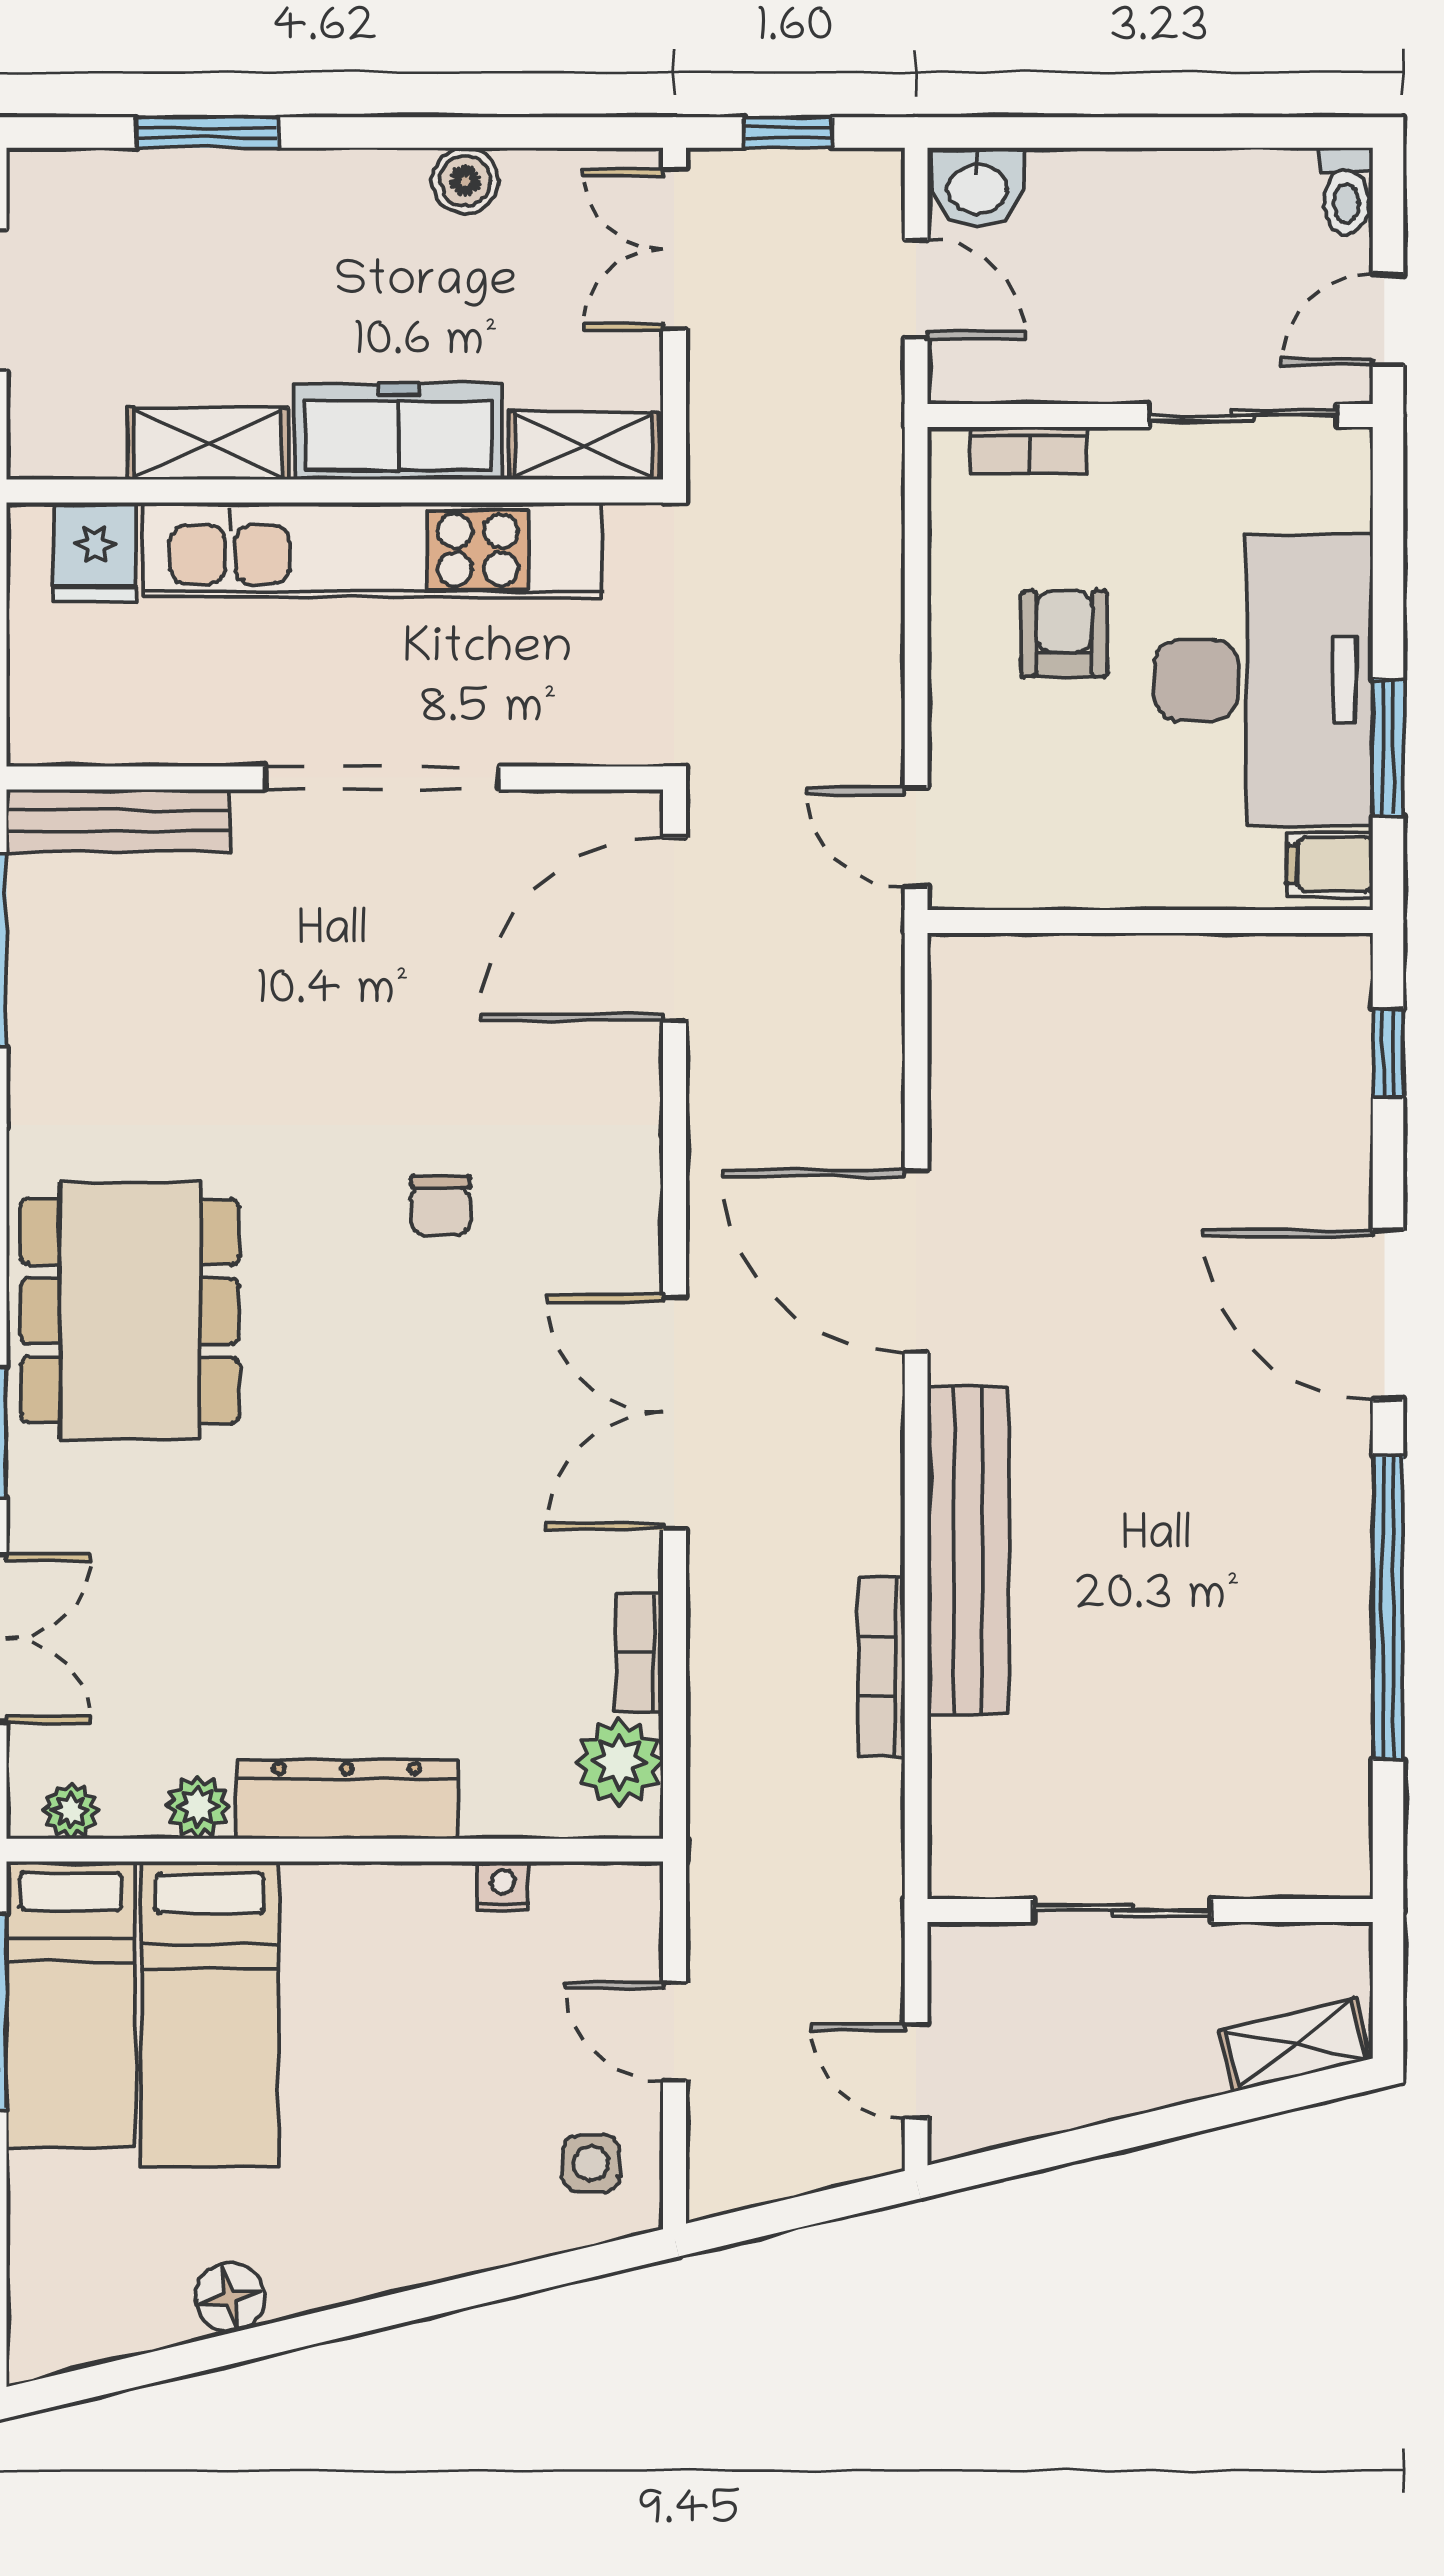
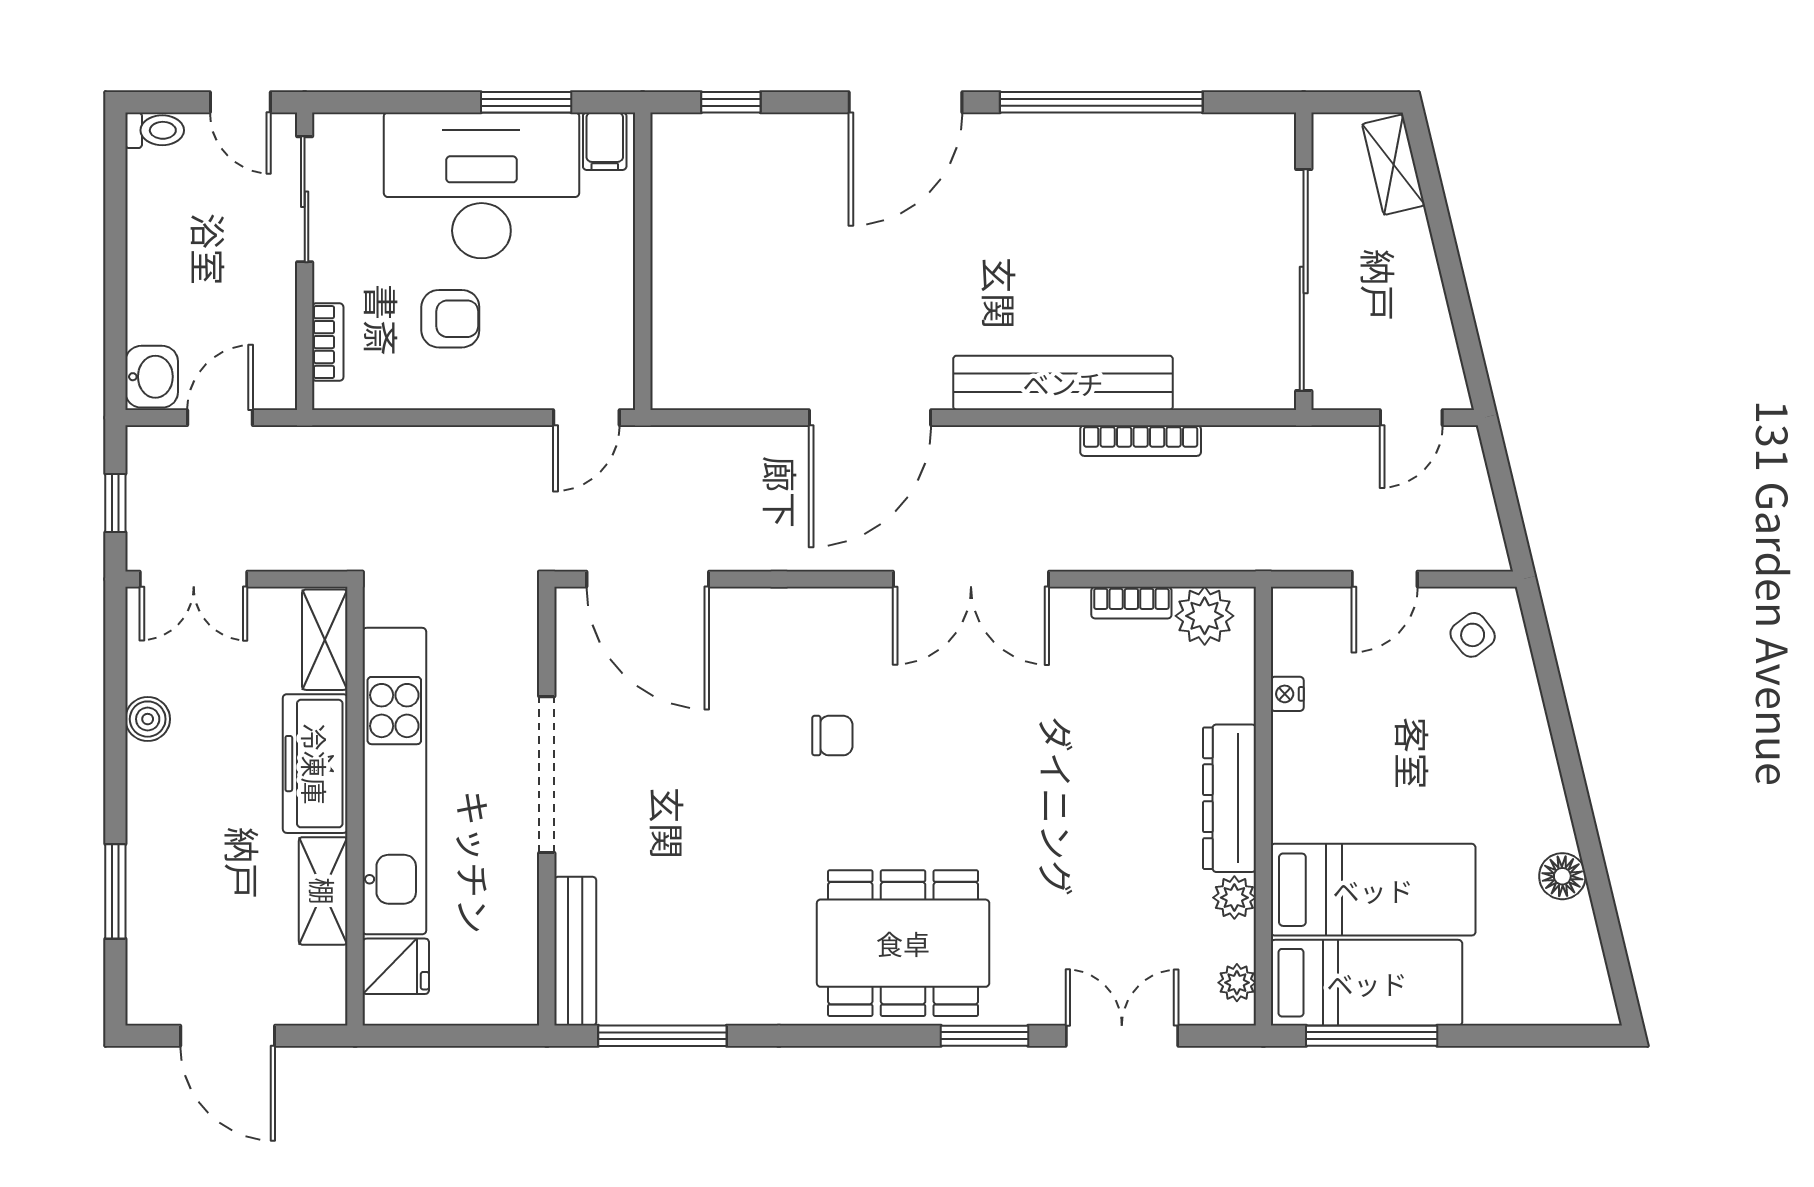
armchair: (1064, 634) -> (450, 319), turned 180
sliding door: (1122, 1911) -> (1304, 280), width x1.86
side table: (591, 2163) -> (1473, 635), turned -38

